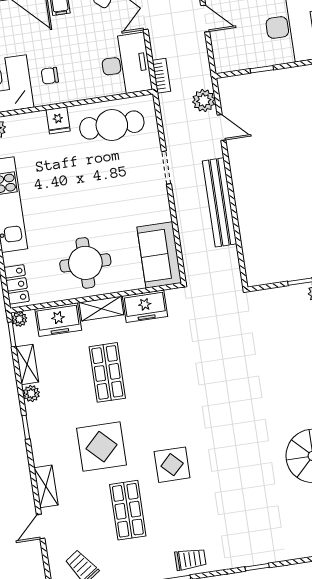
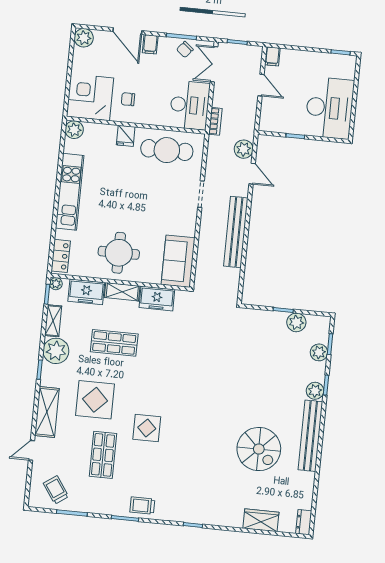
shop shelf: (107, 372) -> (114, 343), turned 90
plant: (31, 393) -> (56, 351), width x1.88, depth x1.88
shelving: (46, 486) -> (47, 412), width x1.50, depth x1.33
trolley: (190, 559) -> (142, 506), turned 180

